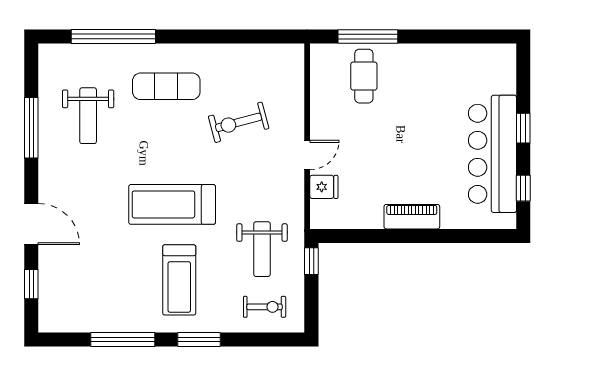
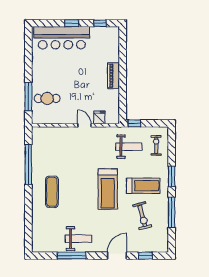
window: (113, 36) -> (28, 165), moved
weight bench: (88, 116) -> (78, 239), moved
exercise bike: (239, 122) -> (142, 216), moved
bar counter: (492, 154) -> (62, 38), moved

